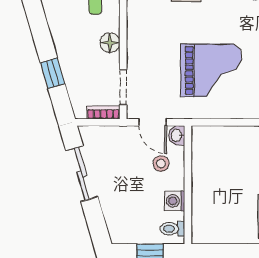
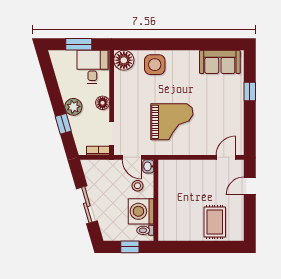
plant: (67, 48) -> (73, 107), added
sliding door: (82, 174) -> (87, 205), moved
washing machine: (175, 201) -> (141, 211), width x1.89, depth x1.89

